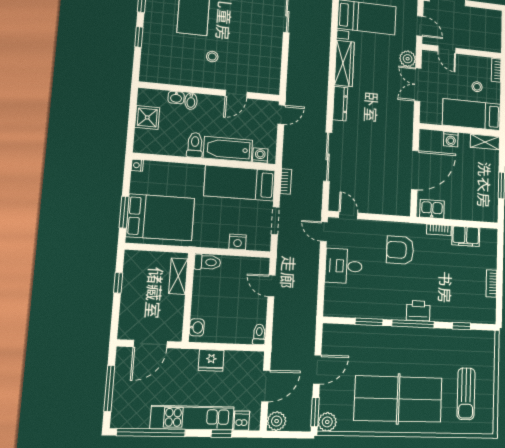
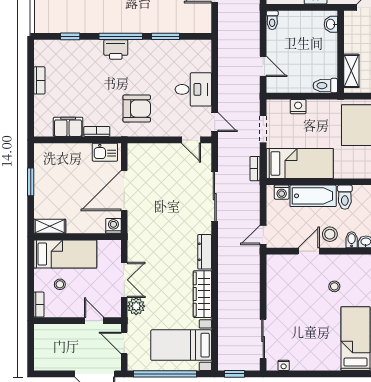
stool: (213, 109) -> (330, 234), added
washing machine: (451, 139) -> (113, 226), moved

